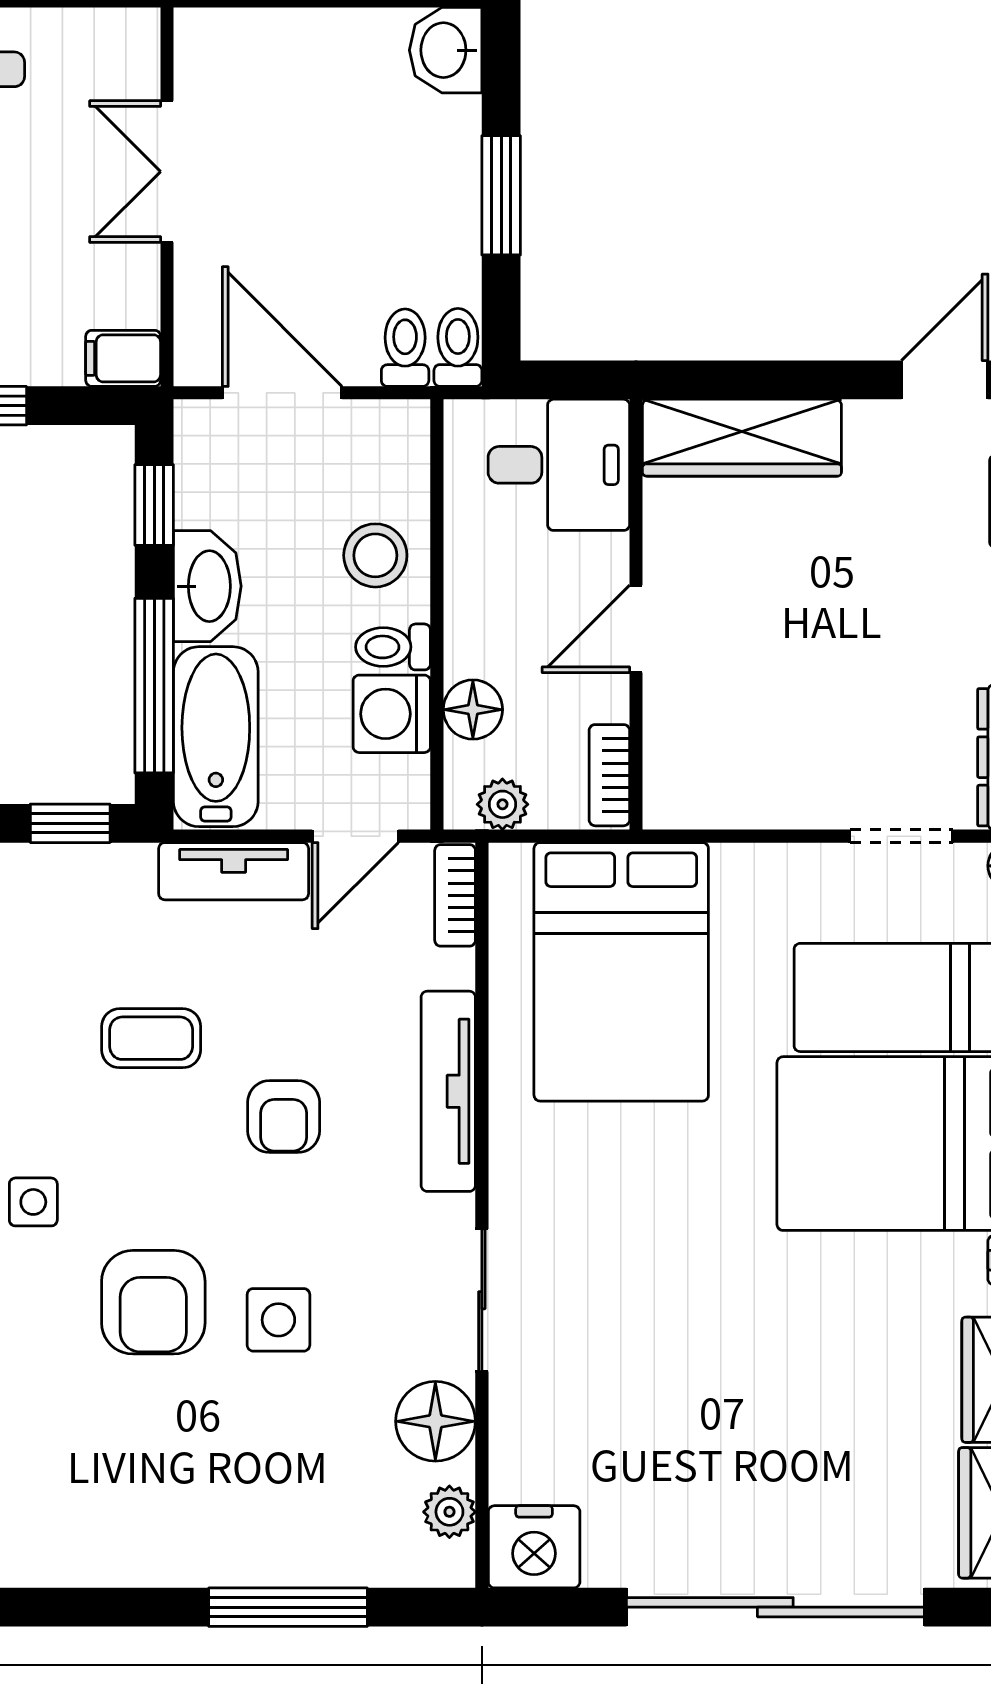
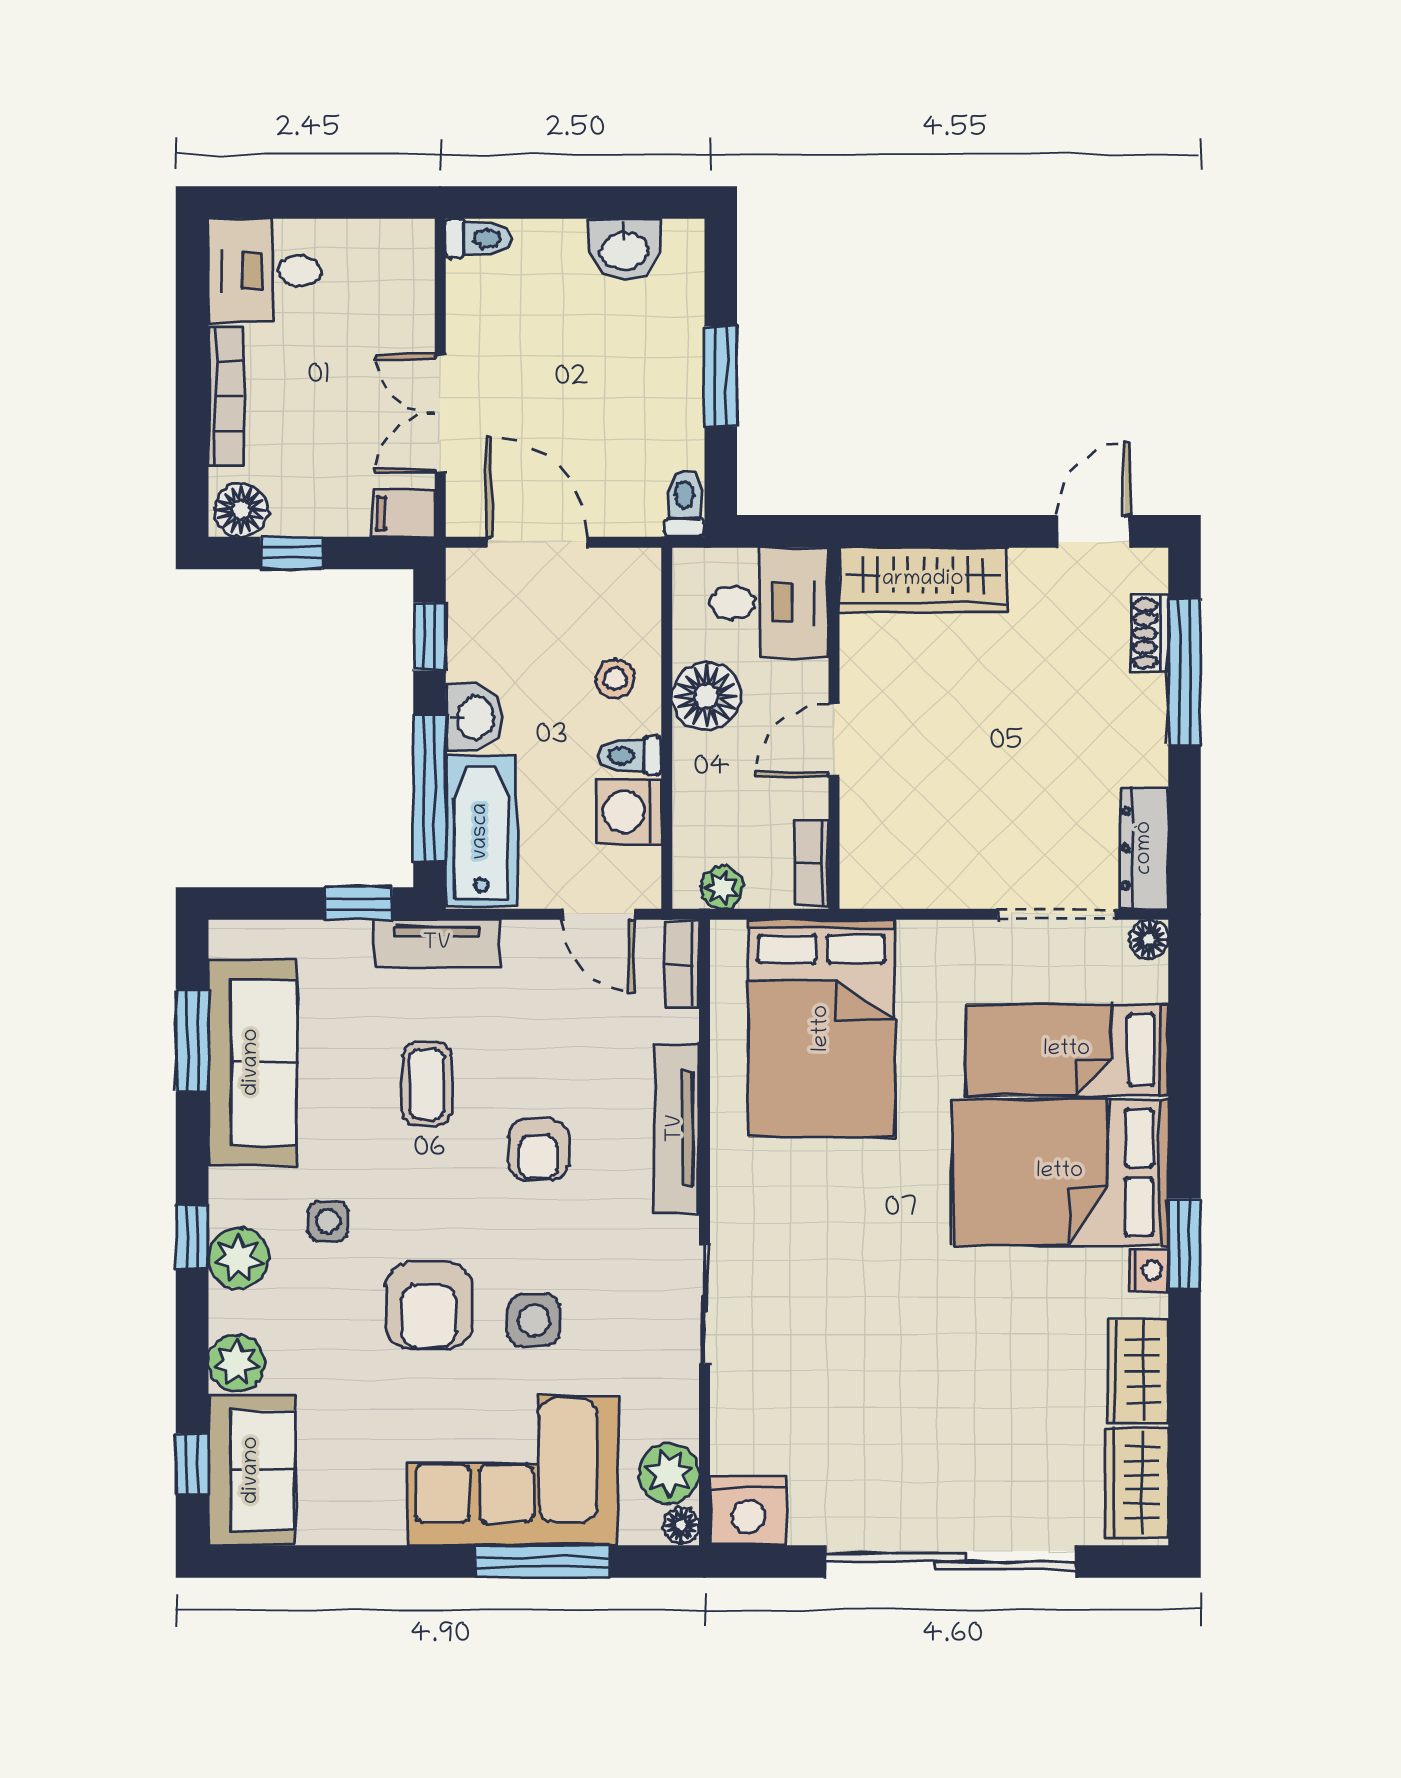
washbasin: (446, 50) -> (624, 249), moved, turned -90
double door: (167, 172) -> (440, 414), moved
toilet: (405, 348) -> (478, 239), moved, turned 90
stool: (375, 555) -> (615, 679), width x0.73, depth x0.73
washbasin: (207, 586) -> (474, 717), width x0.72
floor lamp: (473, 710) -> (706, 696), moved, width x1.38, depth x1.38
door: (355, 836) -> (598, 914), hinge flipped
doorway: (901, 836) -> (1057, 914), width x1.38
tv unit: (234, 871) -> (437, 944), moved
coffee table: (151, 1038) -> (427, 1084), turned 90
floor lamp: (435, 1421) -> (681, 1525), moved, width x0.53, depth x0.53
corner sofa: (254, 1499) -> (513, 1470), added
plant: (449, 1512) -> (669, 1473), width x1.38, depth x1.38

